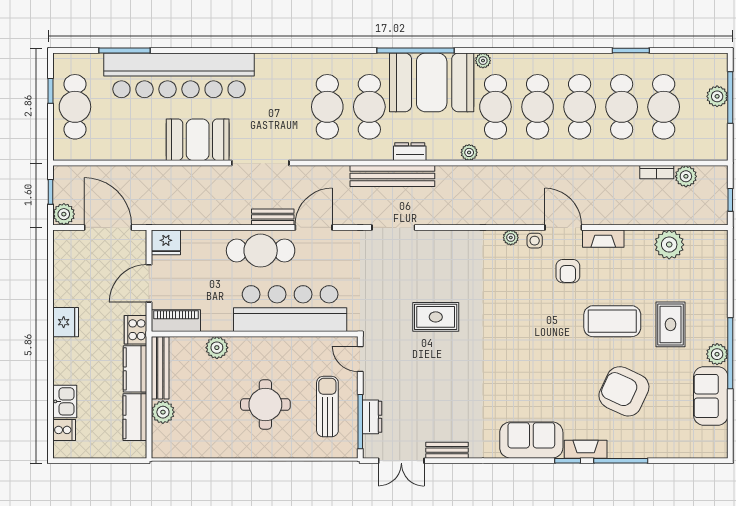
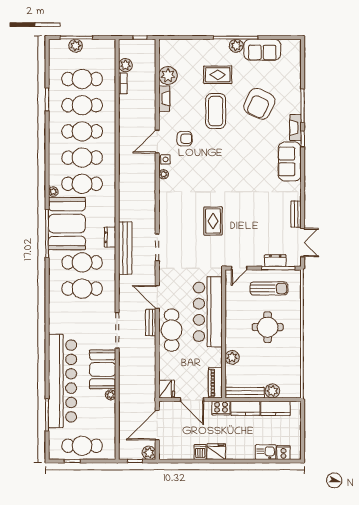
plant: (469, 152) -> (111, 395), moved
fireplace: (603, 239) -> (164, 99), moved
dishwasher: (65, 296) -> (200, 452), added
sun lounger: (327, 407) -> (269, 289), turned 180

